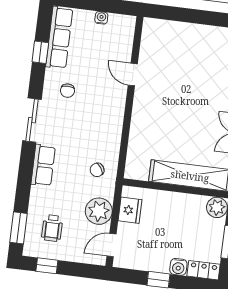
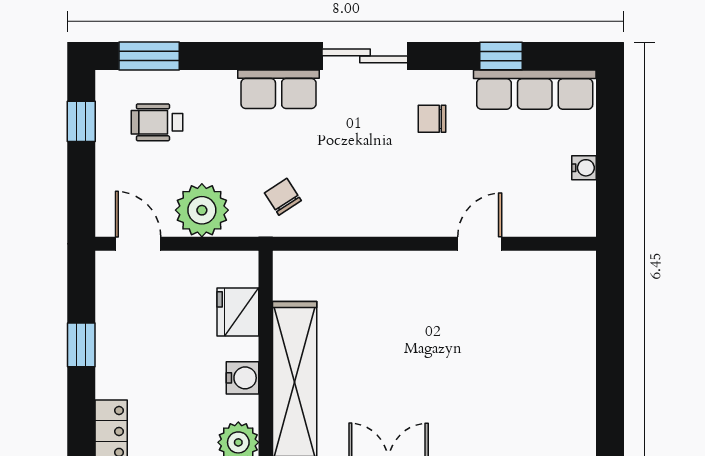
fridge: (130, 210) -> (238, 312), moved, turned 90
water cooler: (178, 267) -> (242, 378), moved, turned 180

